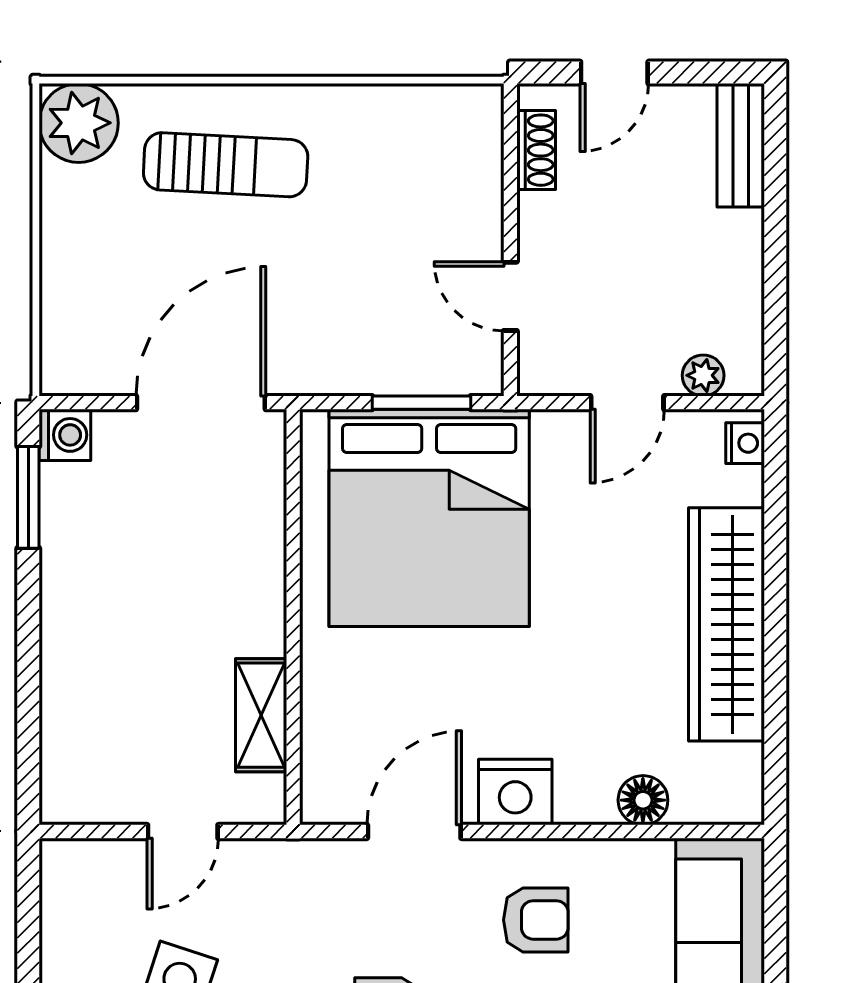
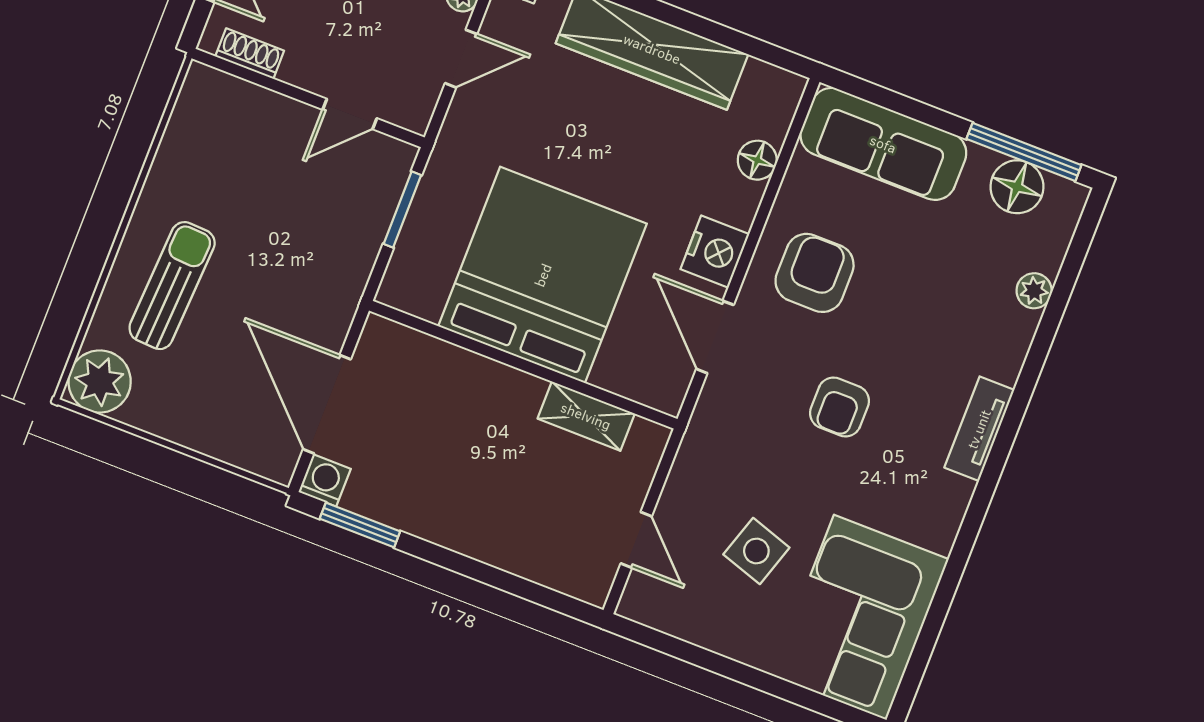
door: (201, 403) -> (327, 404), moved
door: (627, 403) -> (461, 59), hinge flipped
bed: (429, 518) -> (543, 275), moved, turned -90
door: (183, 831) -> (636, 540), moved
armchair: (536, 920) -> (815, 273), width x1.38, depth x1.38

